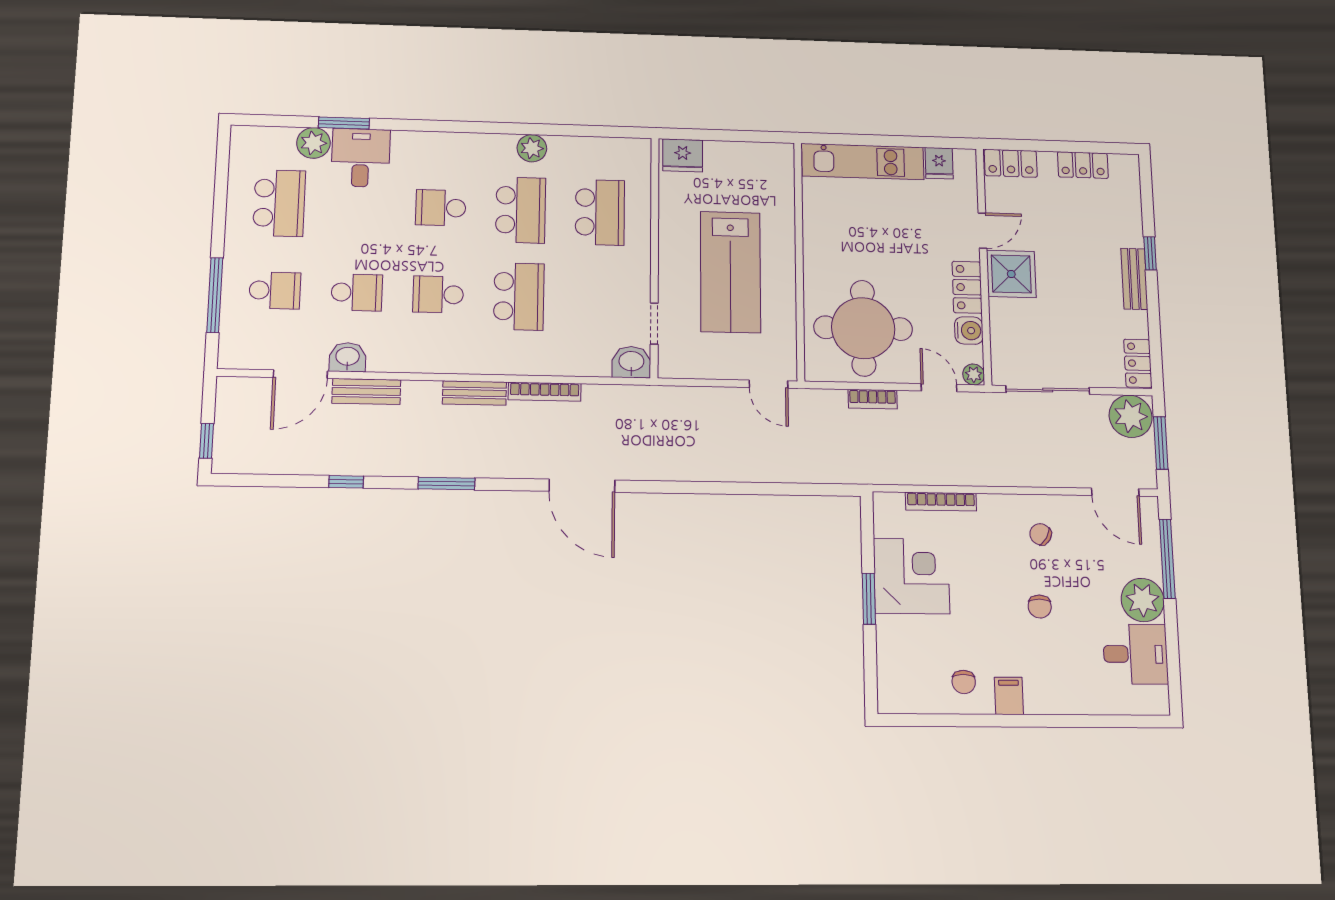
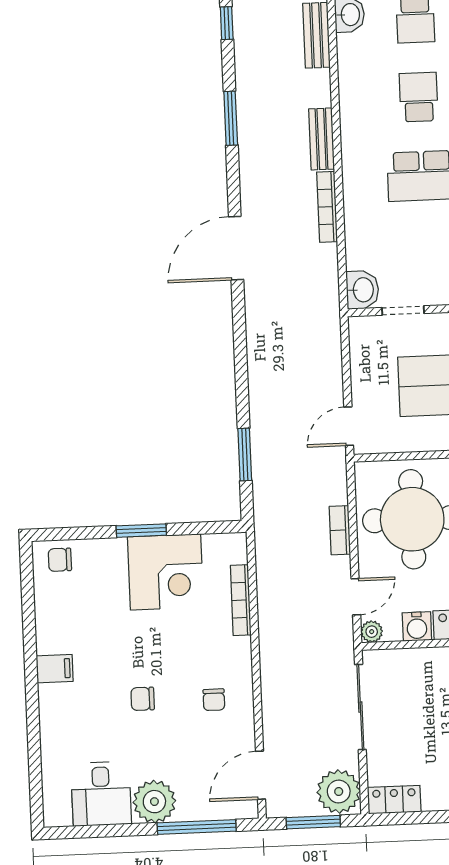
window: (794, 489) -> (245, 454), added
chair: (1041, 534) -> (214, 700), turned 149
chair: (964, 682) -> (60, 560), moved

